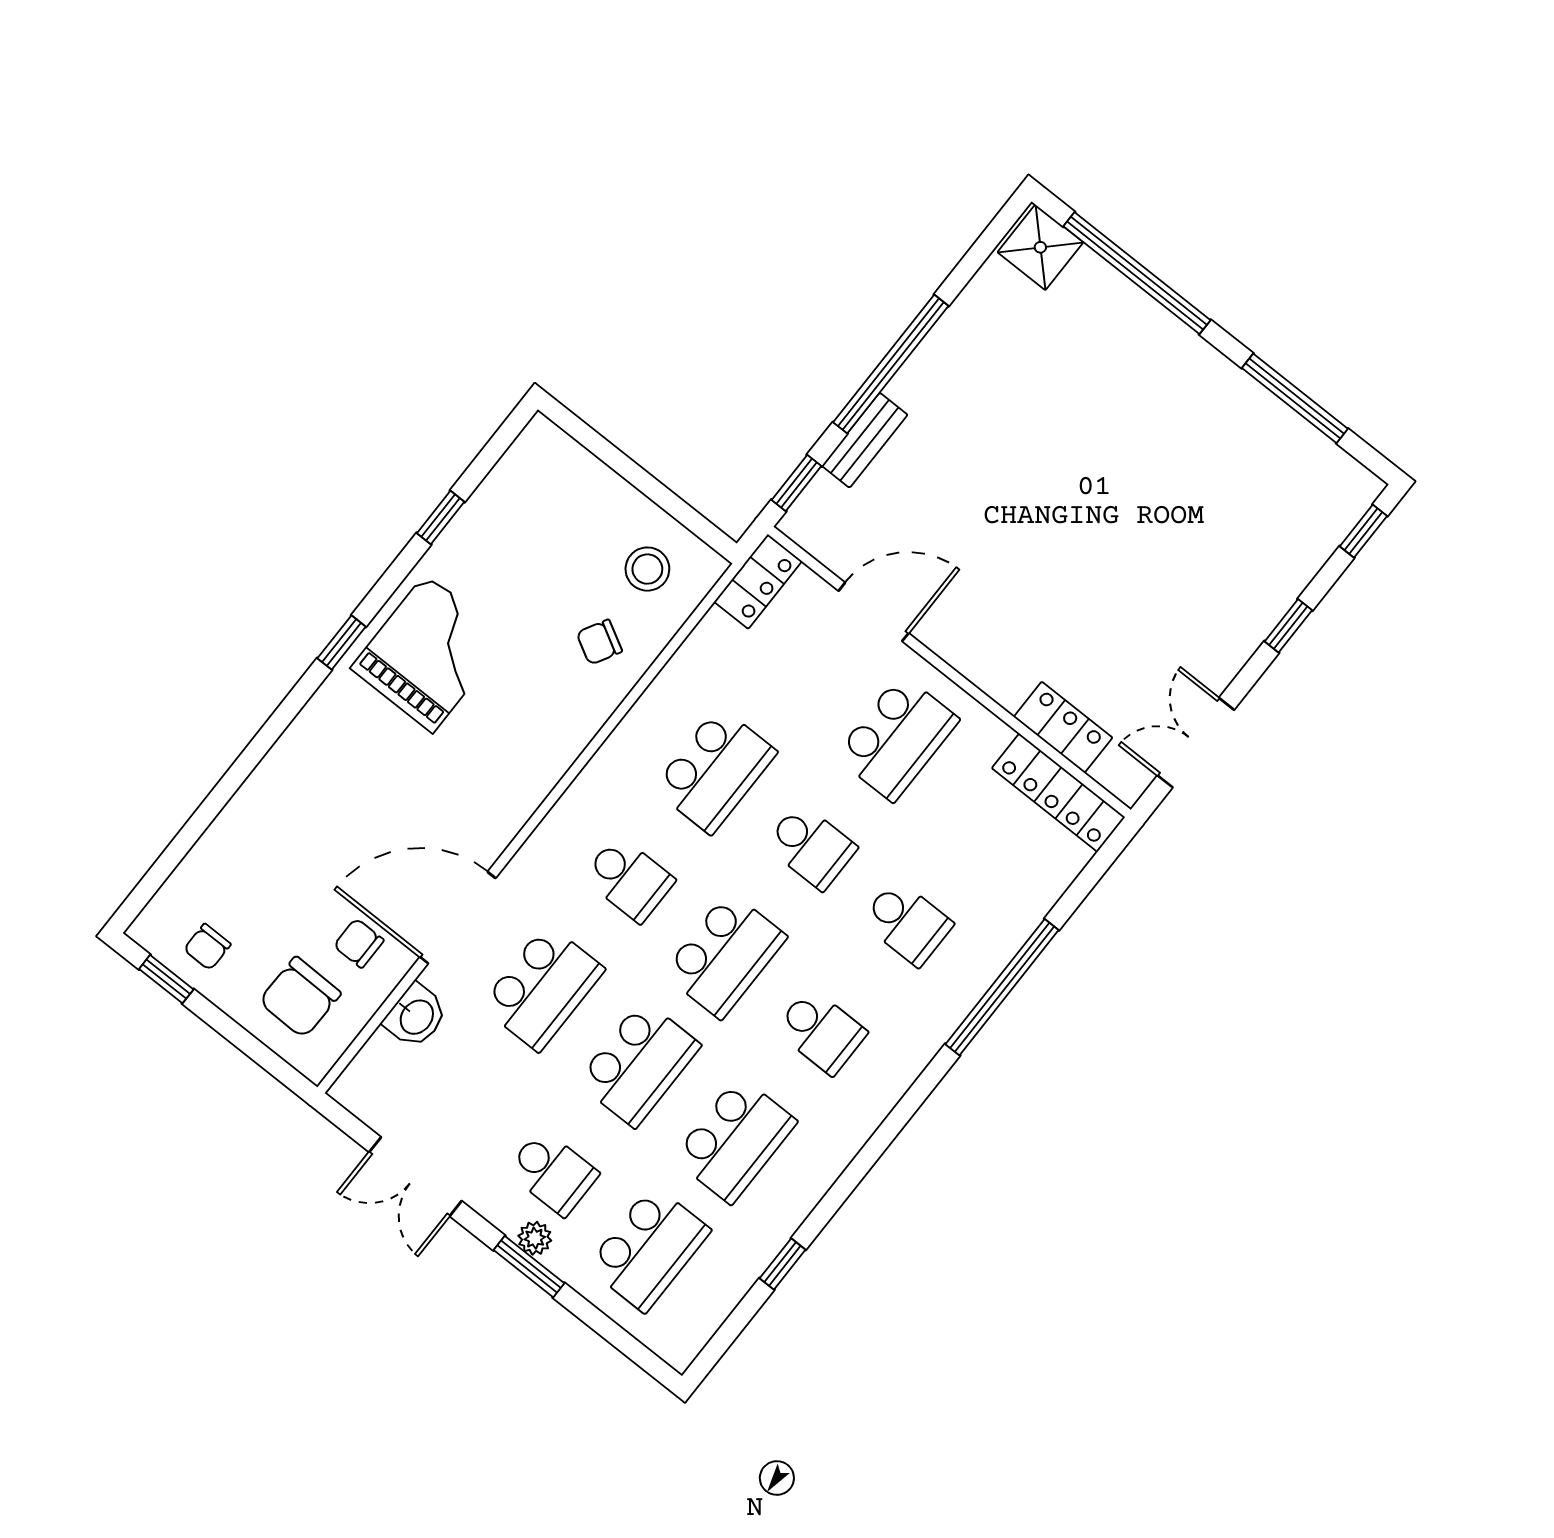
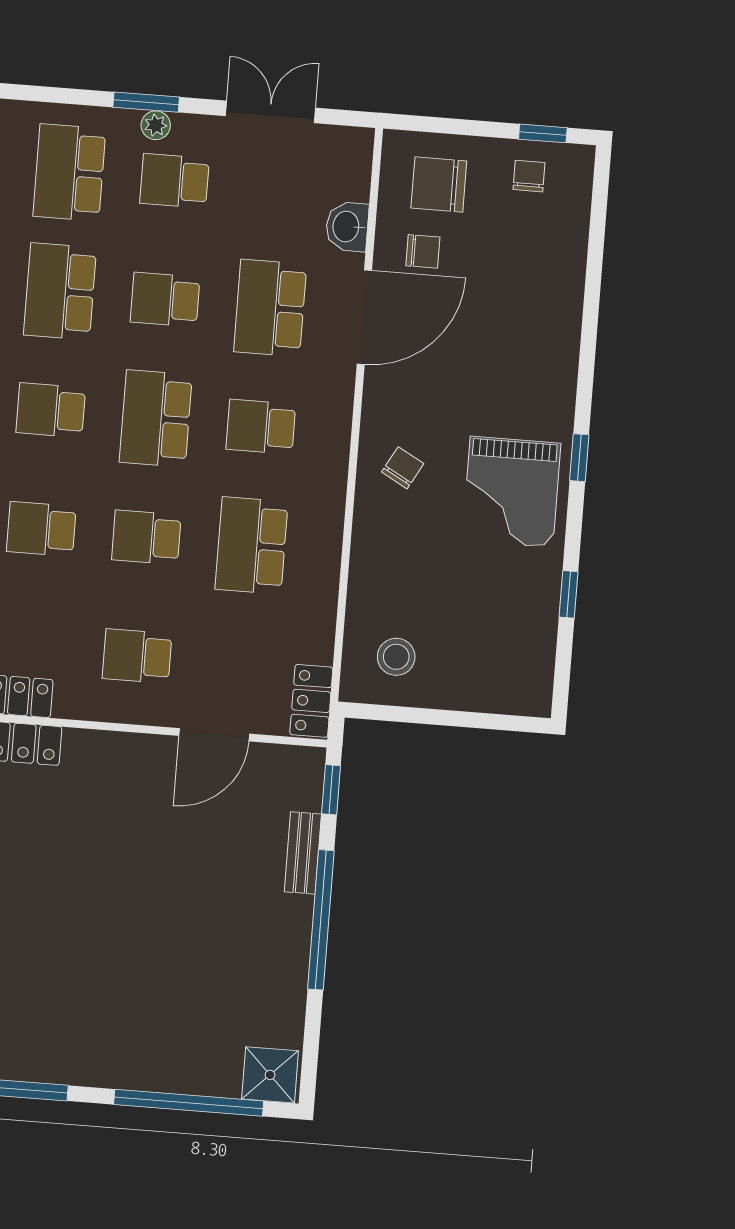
chair: (599, 642) -> (403, 468), moved
school desk: (897, 738) -> (137, 656), width x0.54
chair: (300, 997) -> (439, 184), turned -91
school desk: (639, 1064) -> (165, 300), width x0.54

